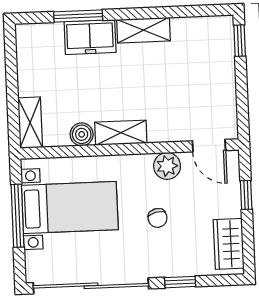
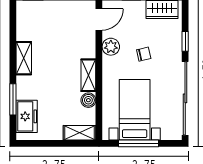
freezer: (90, 37) -> (27, 116), moved

